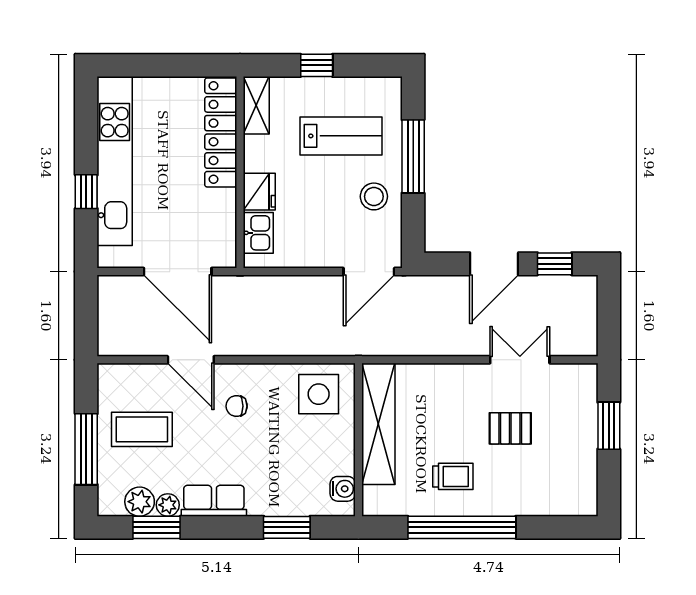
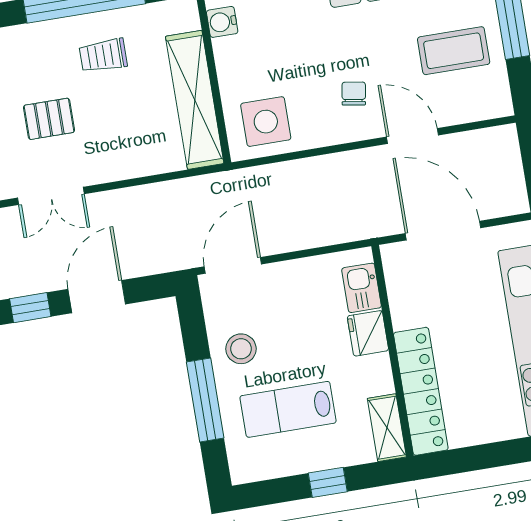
chair: (237, 406) -> (354, 94), turned -81

